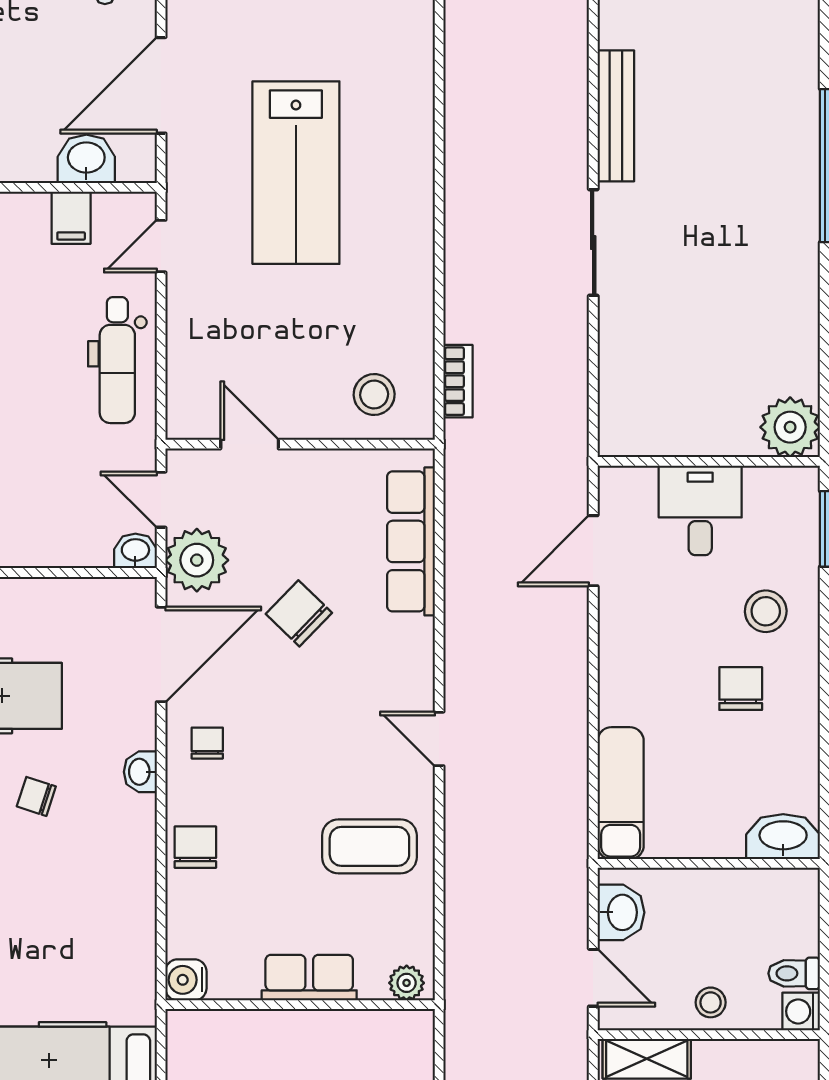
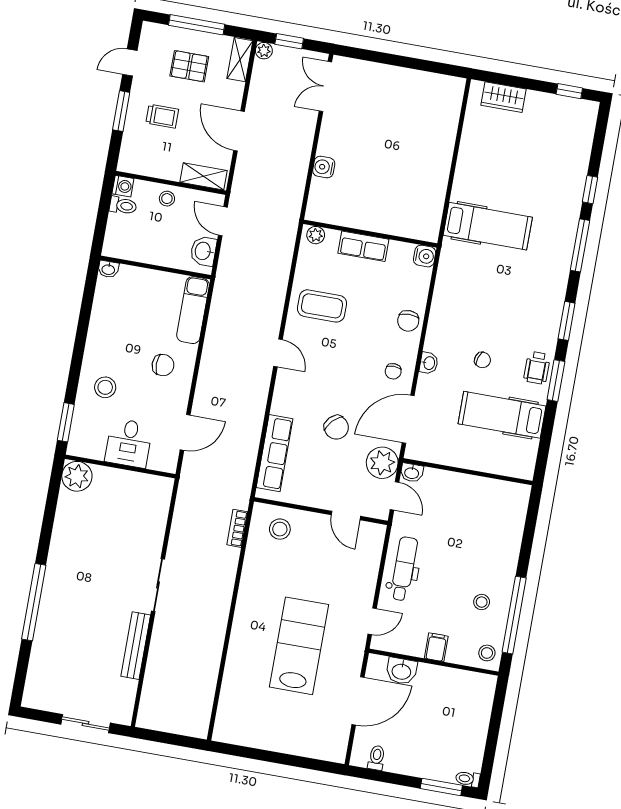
filing cabinet: (71, 218) -> (436, 647), moved
chair: (741, 689) -> (163, 365), moved, turned -90
washbasin: (783, 837) -> (108, 269), width x0.52, depth x0.69

